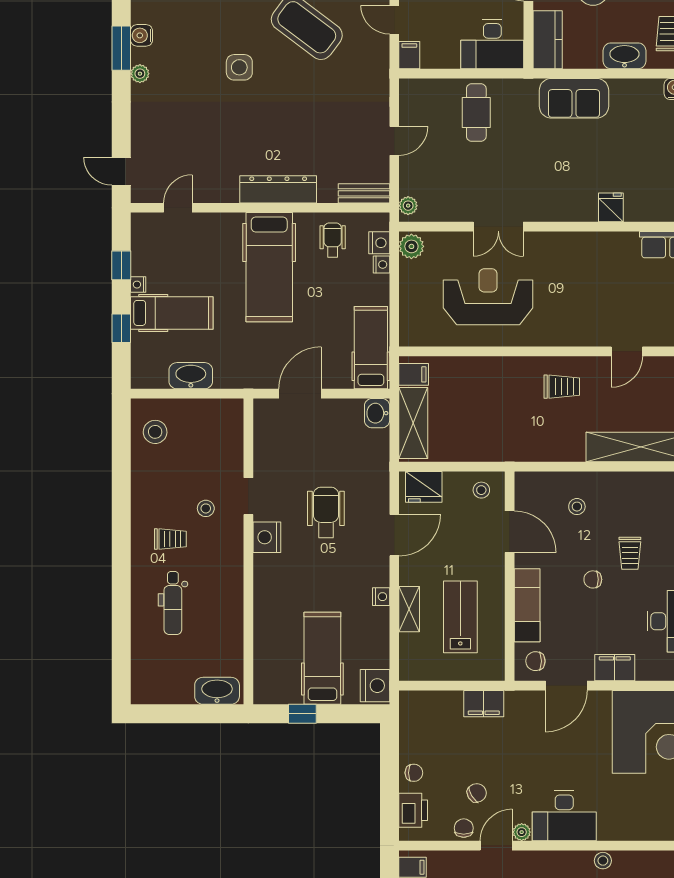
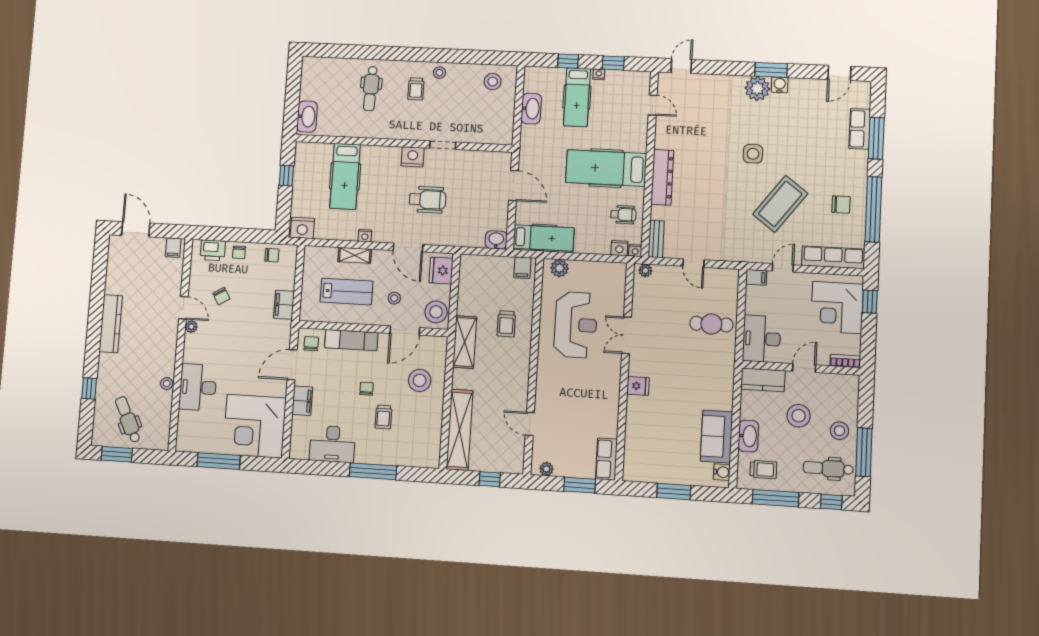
plant: (140, 74) -> (757, 88), width x1.87, depth x1.87
sofa: (574, 98) -> (717, 437), moved
fridge: (611, 207) -> (638, 386), moved
plant: (411, 246) -> (560, 268), moved
nightstand: (381, 265) -> (635, 251), moved
trolley: (562, 387) -> (506, 324), moved
shelving: (413, 423) -> (465, 342), moved, turned 90
stool: (481, 490) -> (436, 312), width x1.89, depth x1.89
stool: (577, 507) -> (420, 380), width x1.89, depth x1.89
stool: (206, 508) -> (439, 73), moved
stool: (466, 549) -> (394, 298), added
trolley: (630, 553) -> (383, 417), turned -90
dental chair: (173, 603) -> (371, 89), turned -88
hospital bed: (322, 658) -> (345, 176), moved, turned 90
door: (566, 686) -> (292, 365), hinge flipped
desk: (564, 816) -> (198, 387), moved
chair: (464, 828) -> (272, 255), moved

